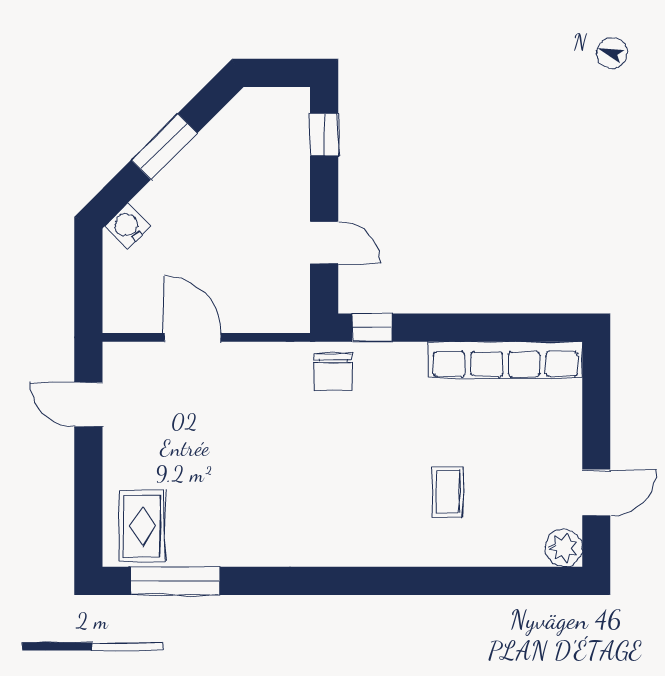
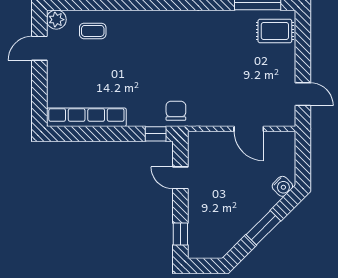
coffee table: (448, 491) -> (93, 31), moved, turned 90
rug: (142, 526) -> (275, 31), turned 90

